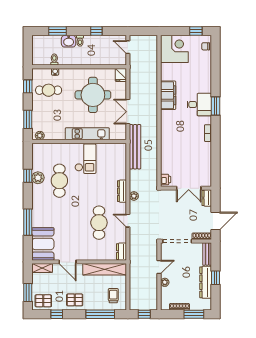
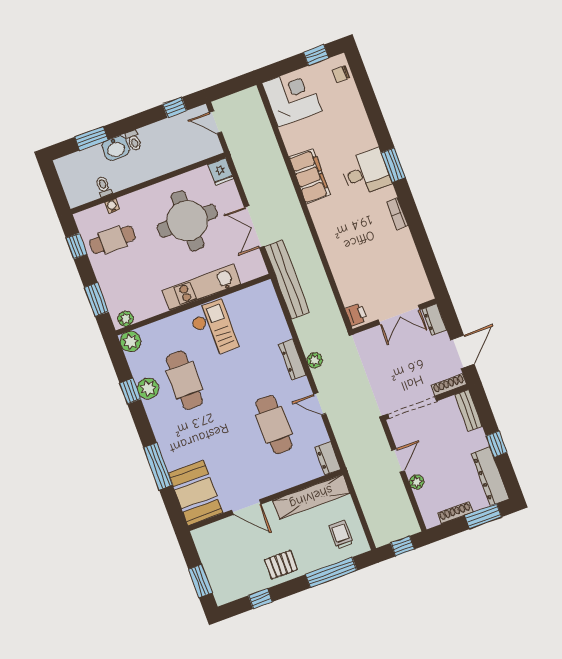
window: (96, 31) -> (175, 107), moved
plant: (38, 149) -> (130, 342), added
shelving: (42, 268) -> (209, 532), removed
dresser: (206, 282) -> (490, 476), moved
pallet: (43, 301) -> (231, 585), removed

